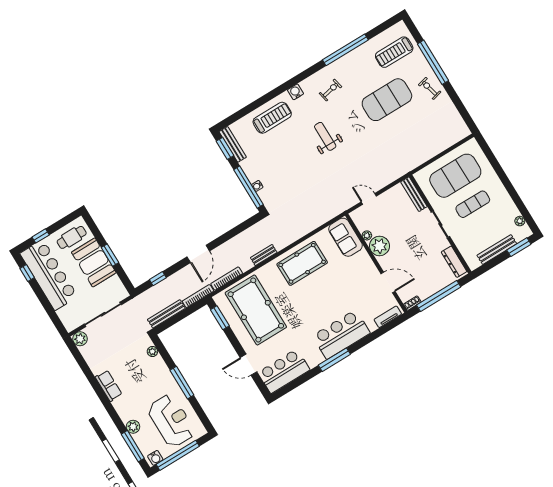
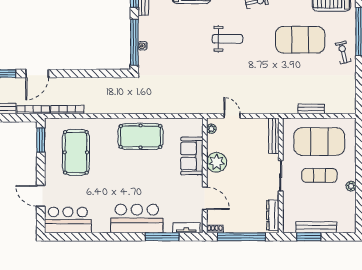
weight bench: (325, 136) -> (227, 39), turned 90
plant: (520, 221) -> (351, 186), moved
plant: (367, 235) -> (211, 129), moved
sofa: (345, 237) -> (192, 156), moved
window: (519, 247) -> (309, 237), moved
door: (198, 254) -> (37, 73), moved
bench: (264, 255) -> (311, 109), moved
pool table: (256, 310) -> (76, 152), width x0.73, depth x0.76
window: (334, 360) -> (162, 237), moved

